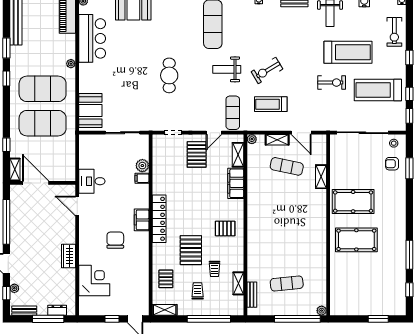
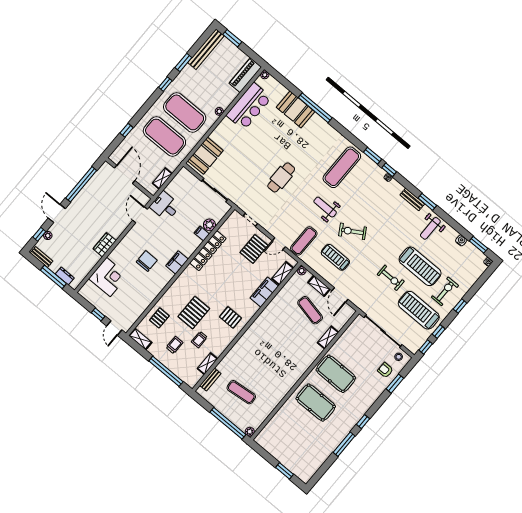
exercise bike: (394, 32) -> (445, 291), moved, turned 180
shelving: (15, 169) -> (162, 178), moved
locker: (159, 219) -> (208, 251), moved
window: (409, 290) -> (363, 422), moved

